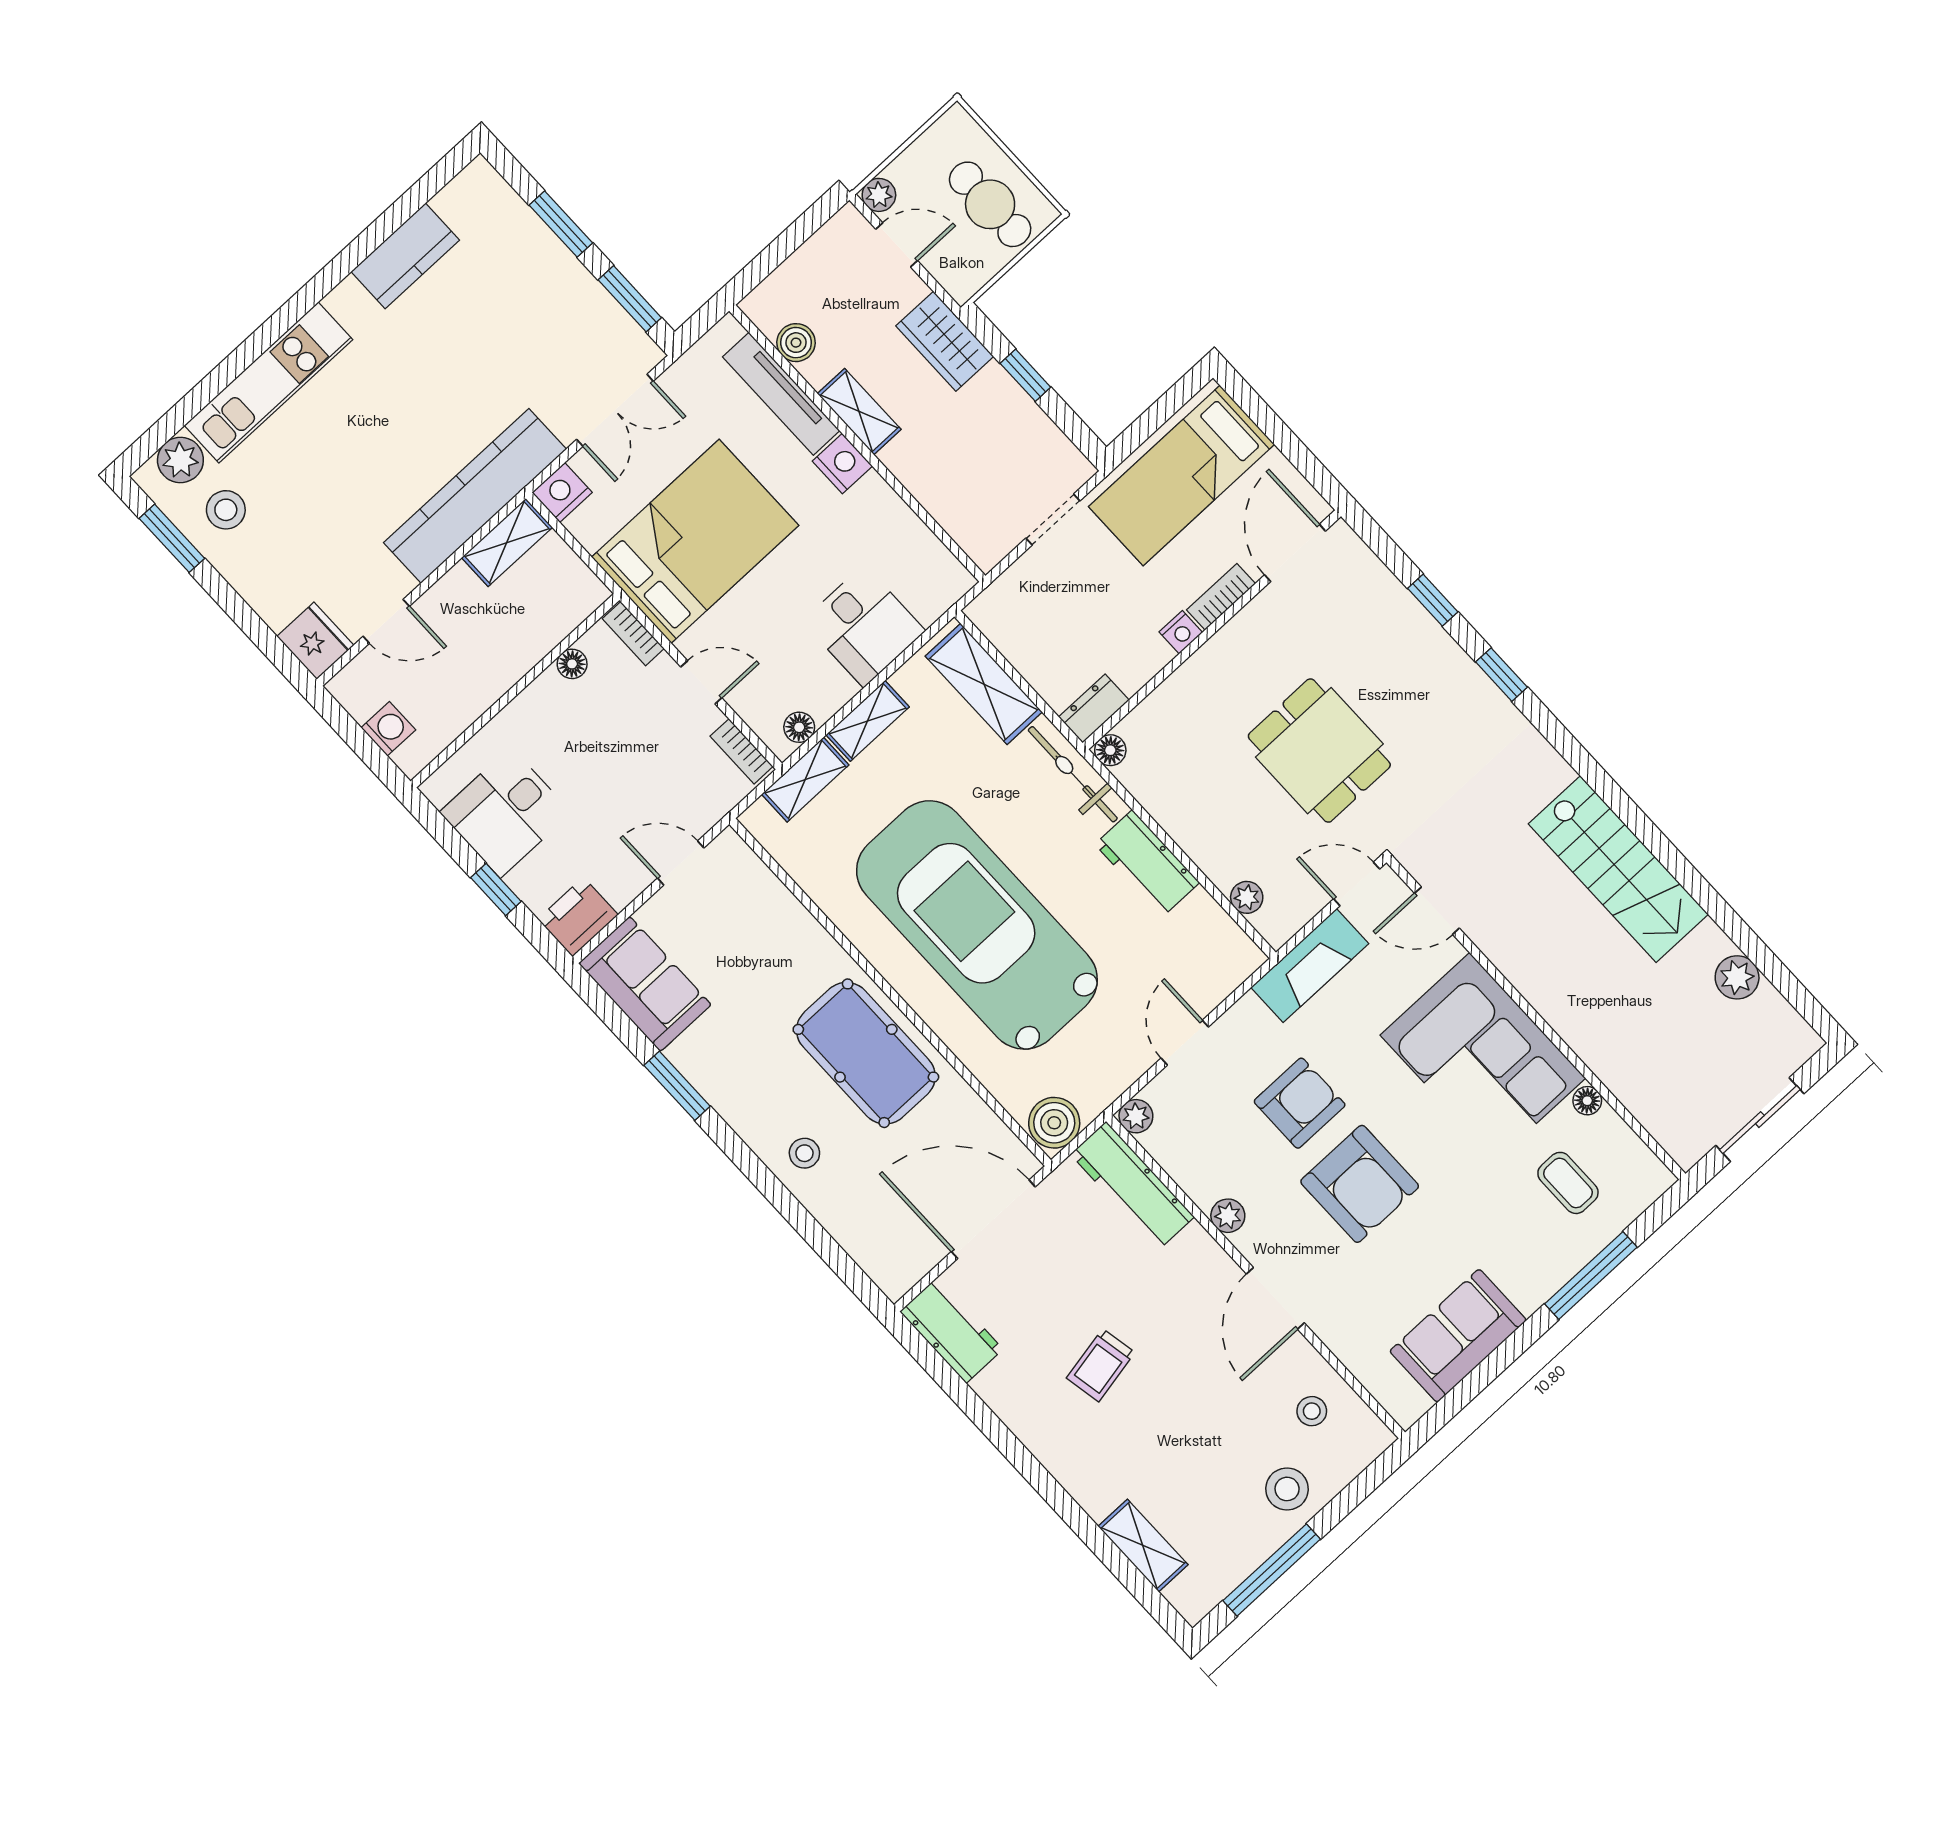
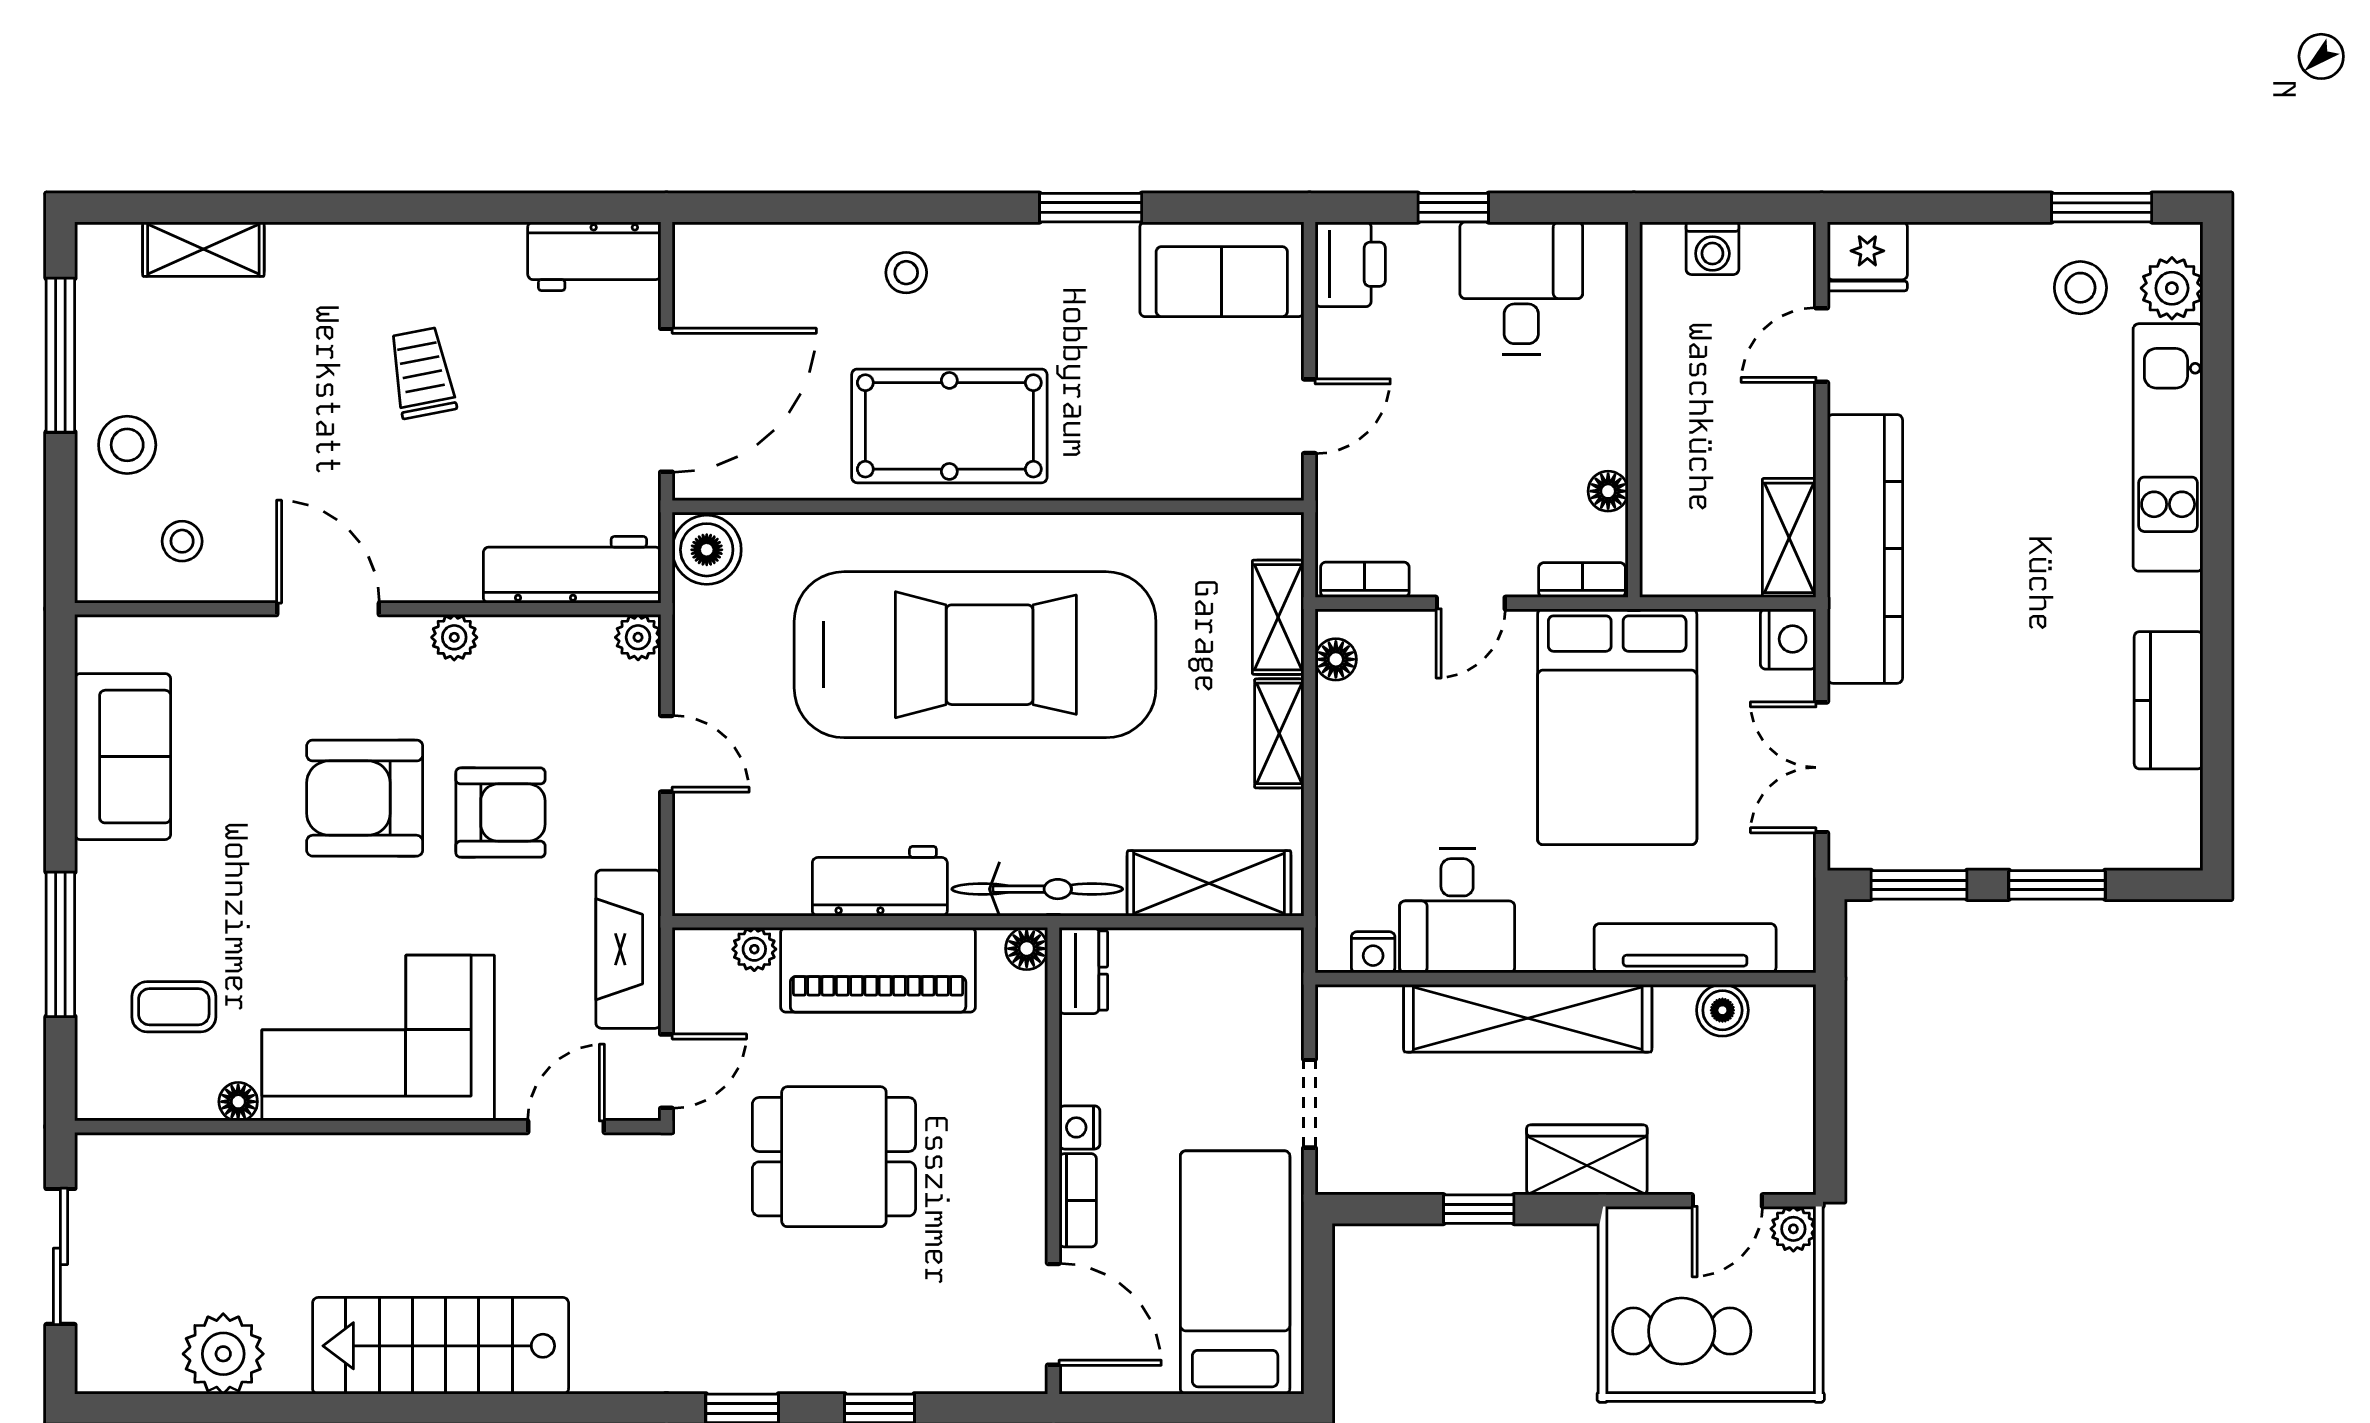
shelving: (859, 412) -> (1528, 1018), width x2.20, depth x1.33
nightstand: (842, 464) -> (1373, 952), moved, width x0.72, depth x0.74
desk: (864, 626) -> (1457, 911), moved, turned -90
piano: (1196, 820) -> (878, 970), added
plant: (1737, 977) -> (223, 1354), width x1.36, depth x1.36
armchair: (1300, 1103) -> (500, 813), turned -90

